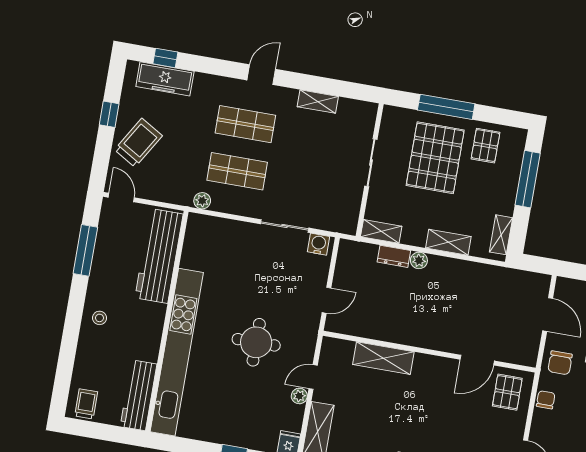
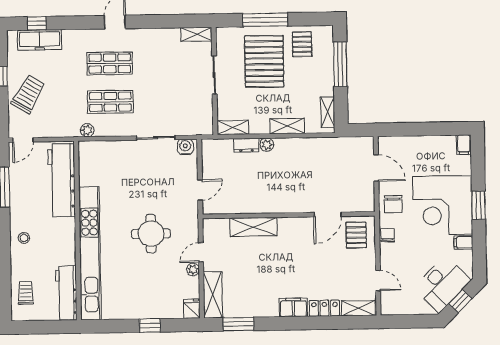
shelving: (318, 102) -> (196, 34), moved
door: (121, 197) -> (23, 140), swing flipped
trolley: (86, 404) -> (26, 293), moved

